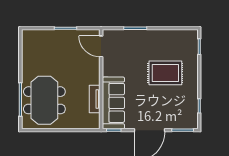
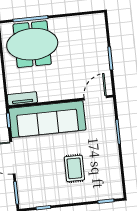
rug: (165, 73) -> (74, 168), width x0.73, depth x0.70
tv unit: (95, 99) -> (22, 99), moved
sofa: (113, 103) -> (47, 119), width x1.36, depth x1.27

